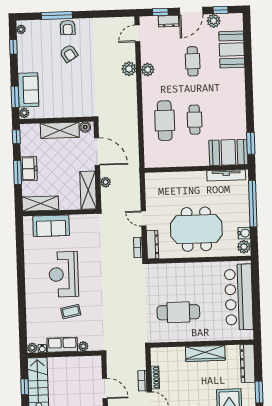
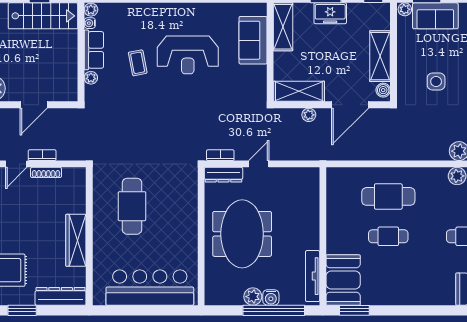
side table: (77, 88) -> (436, 81), added
water cooler: (244, 233) -> (271, 297), moved
plant: (244, 247) -> (253, 297), moved
reception desk: (64, 274) -> (188, 55), turned 180

